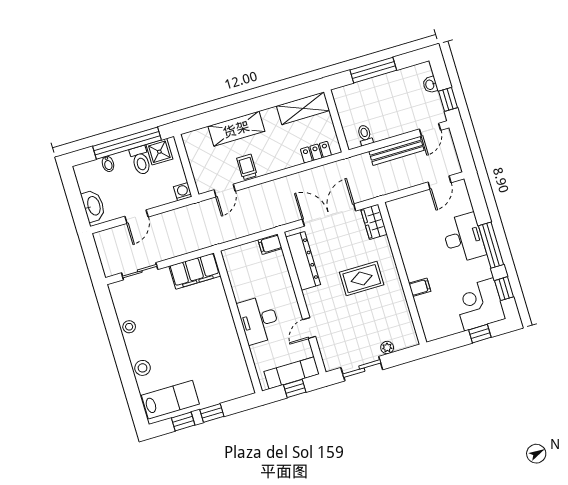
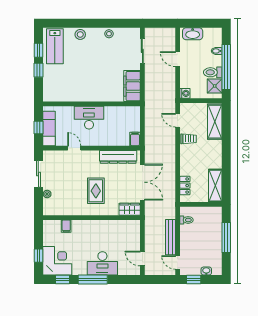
shelving: (236, 129) -> (215, 122), moved
filing cabinet: (420, 287) -> (66, 226), moved

